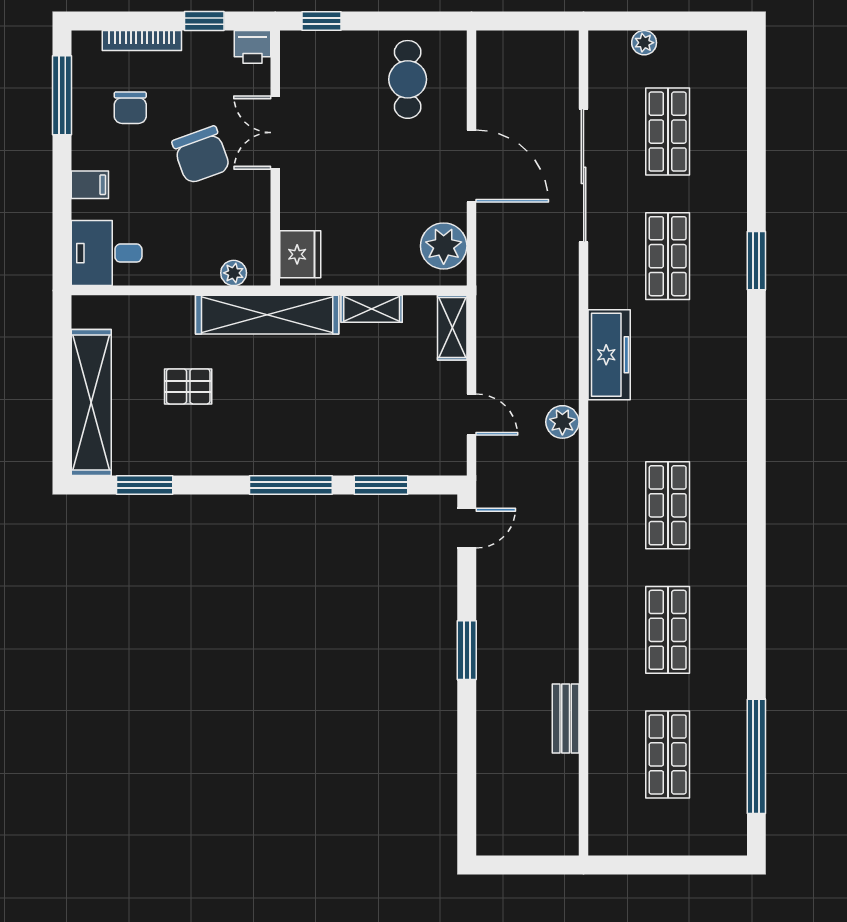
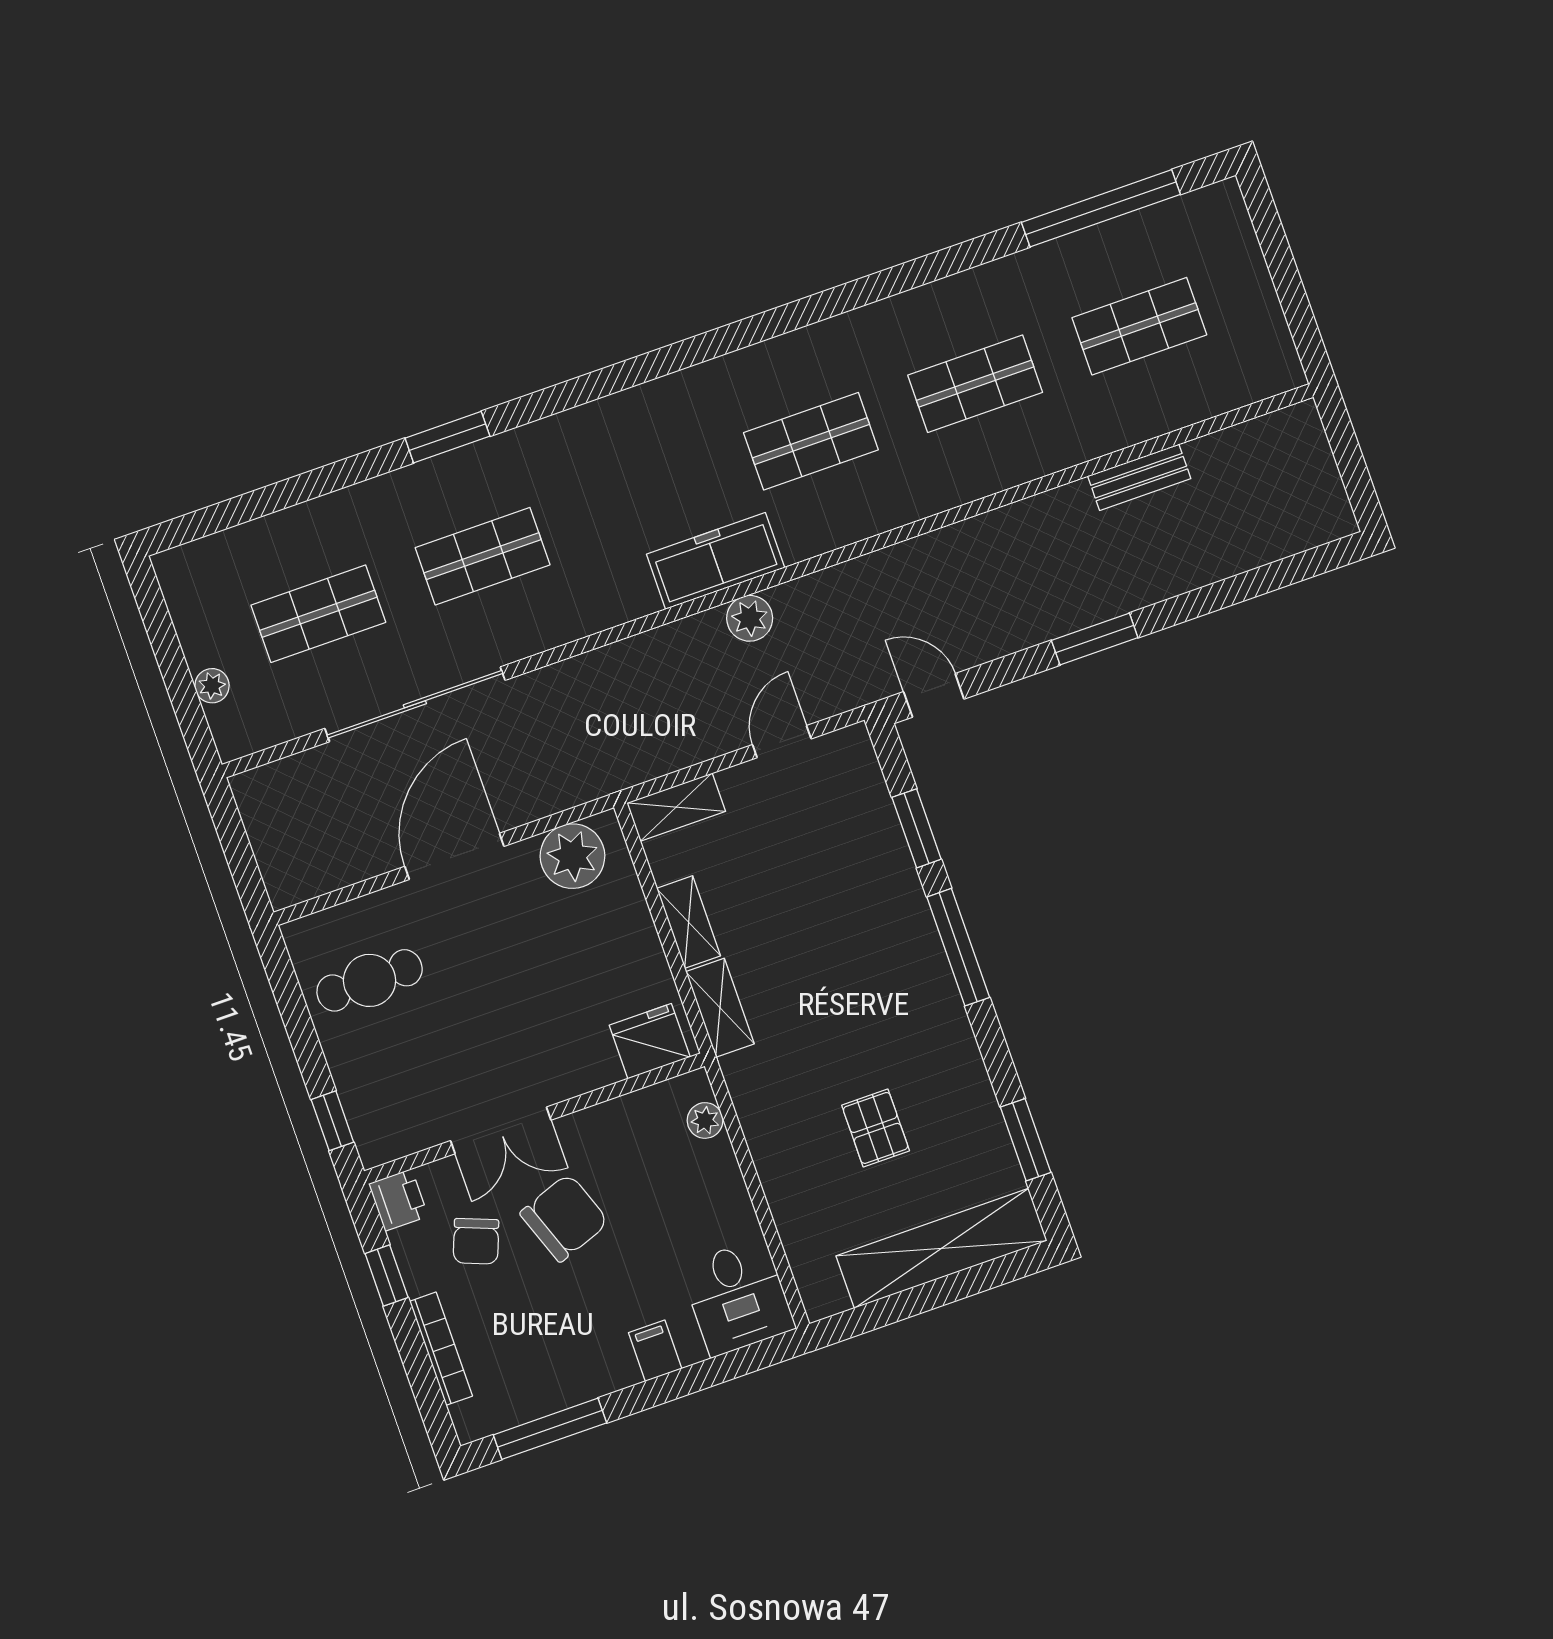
chair: (130, 108) -> (476, 1241), moved, turned 111
shelving: (267, 315) -> (720, 1008), width x0.45, depth x0.75
freezer: (609, 355) -> (716, 561), moved

